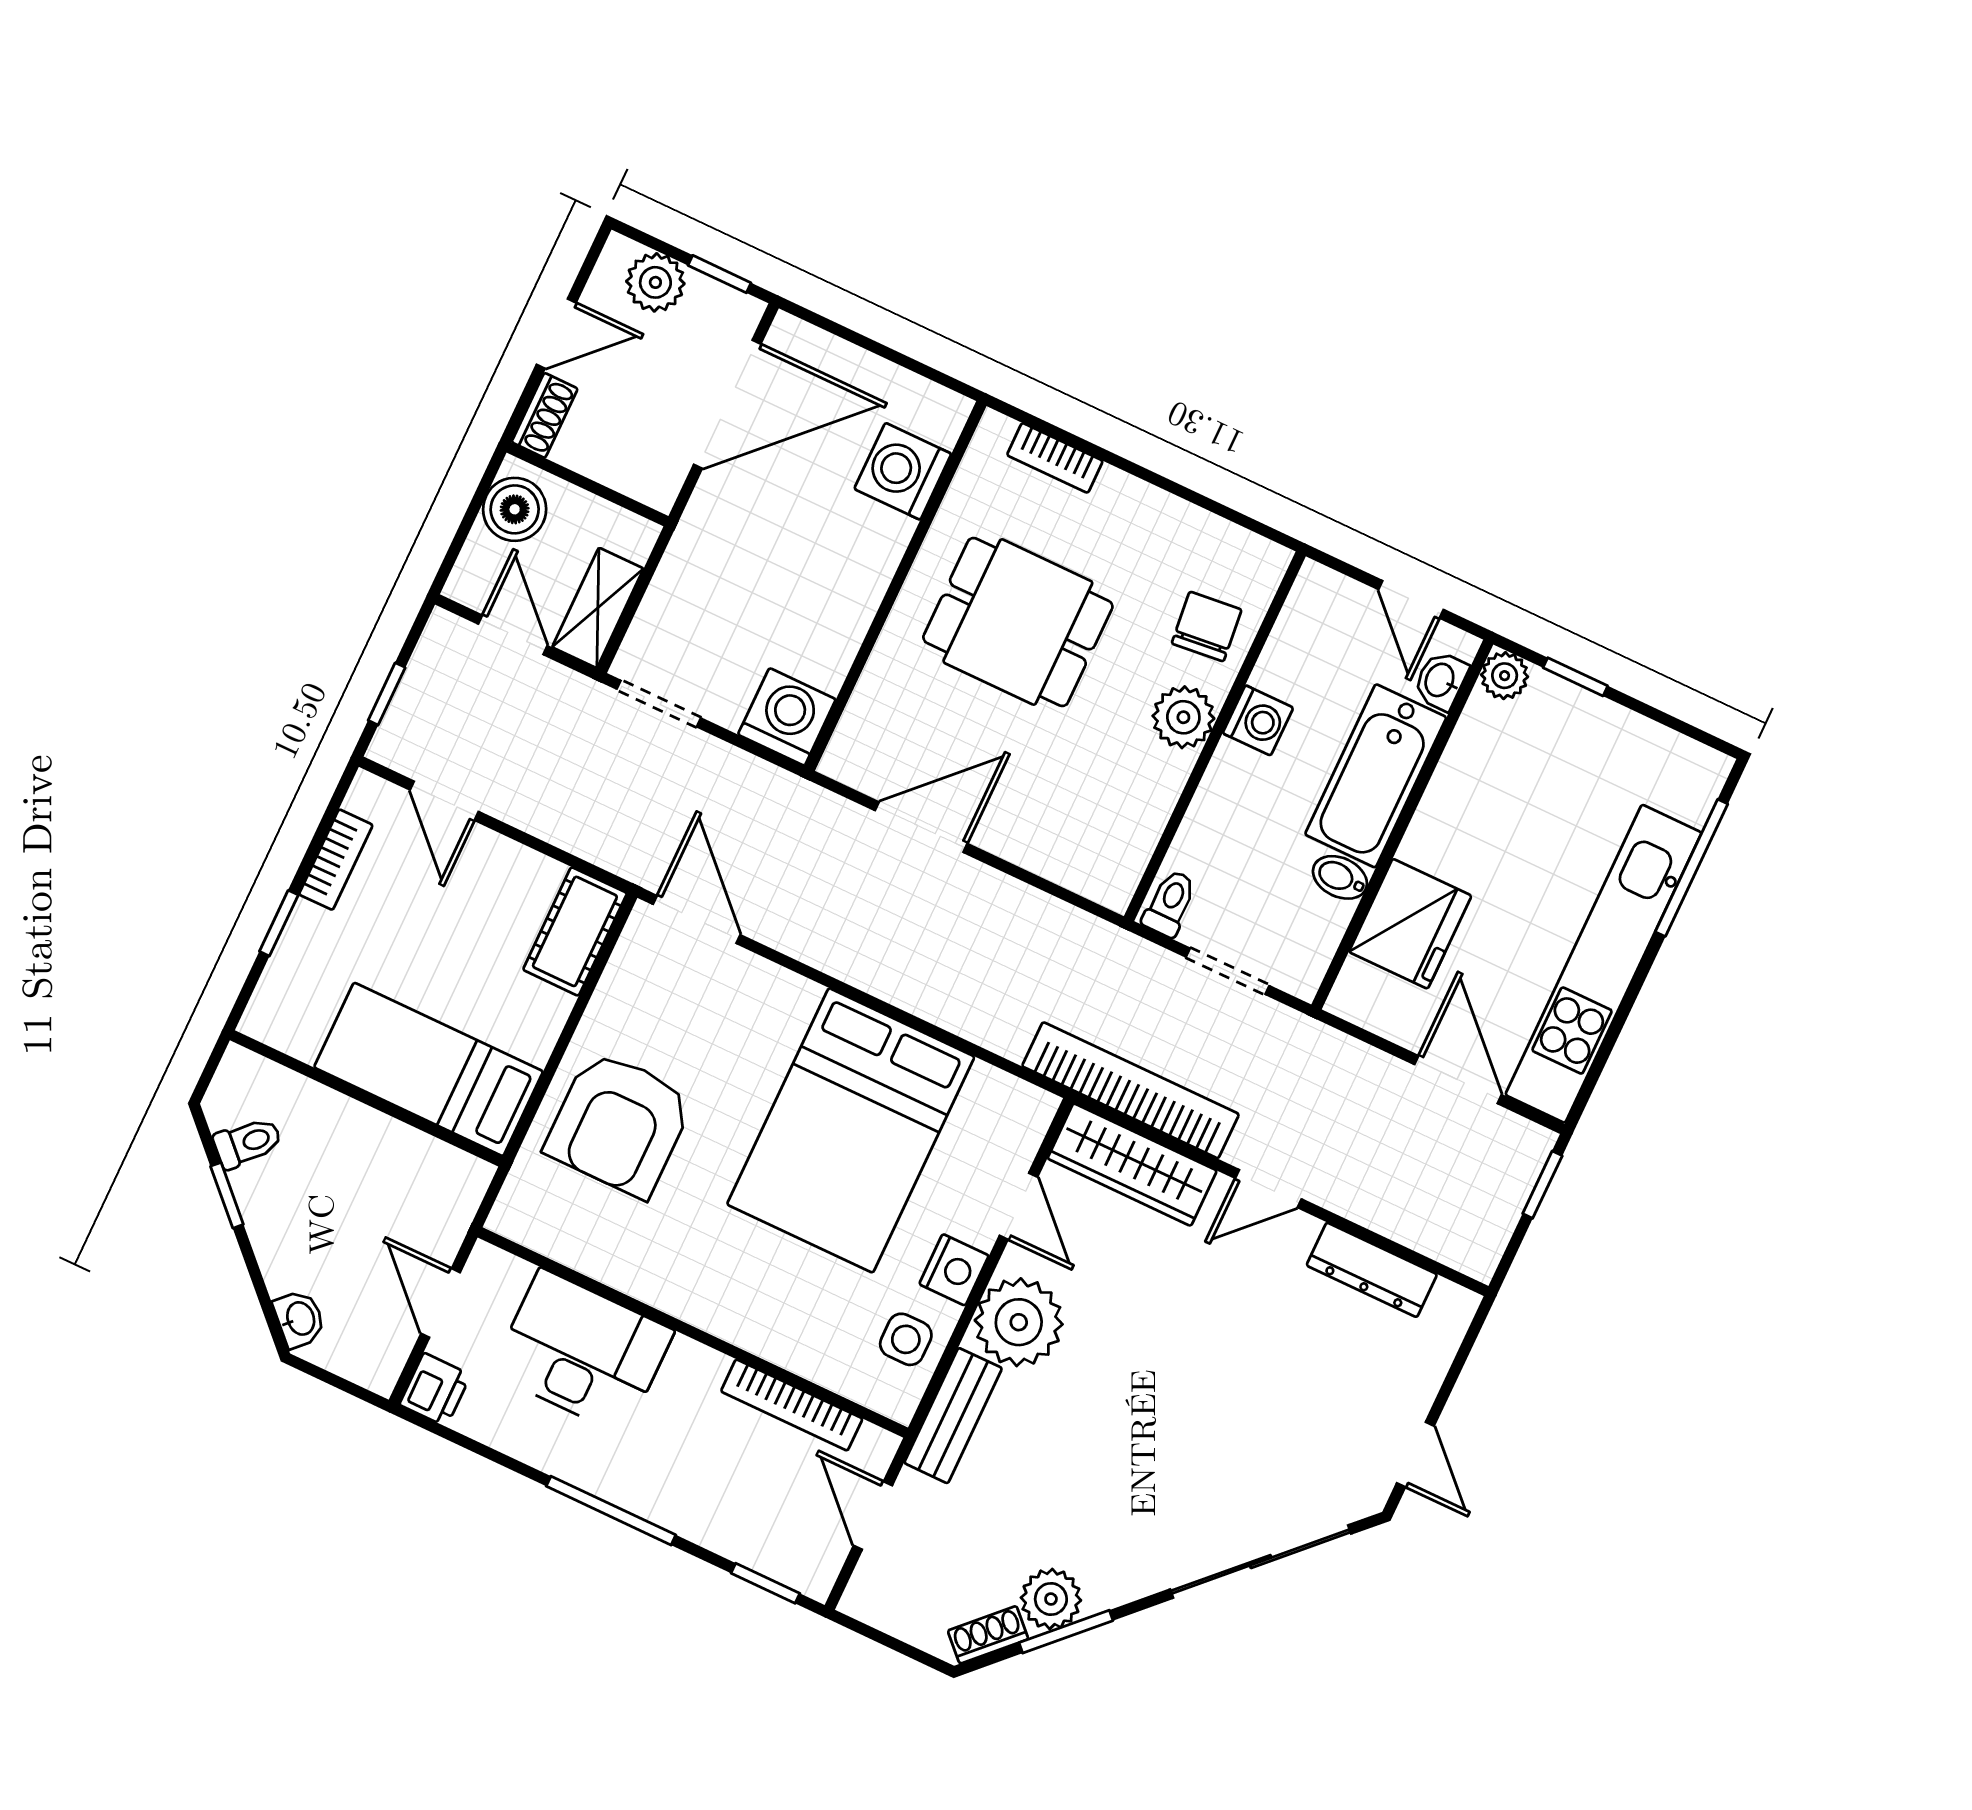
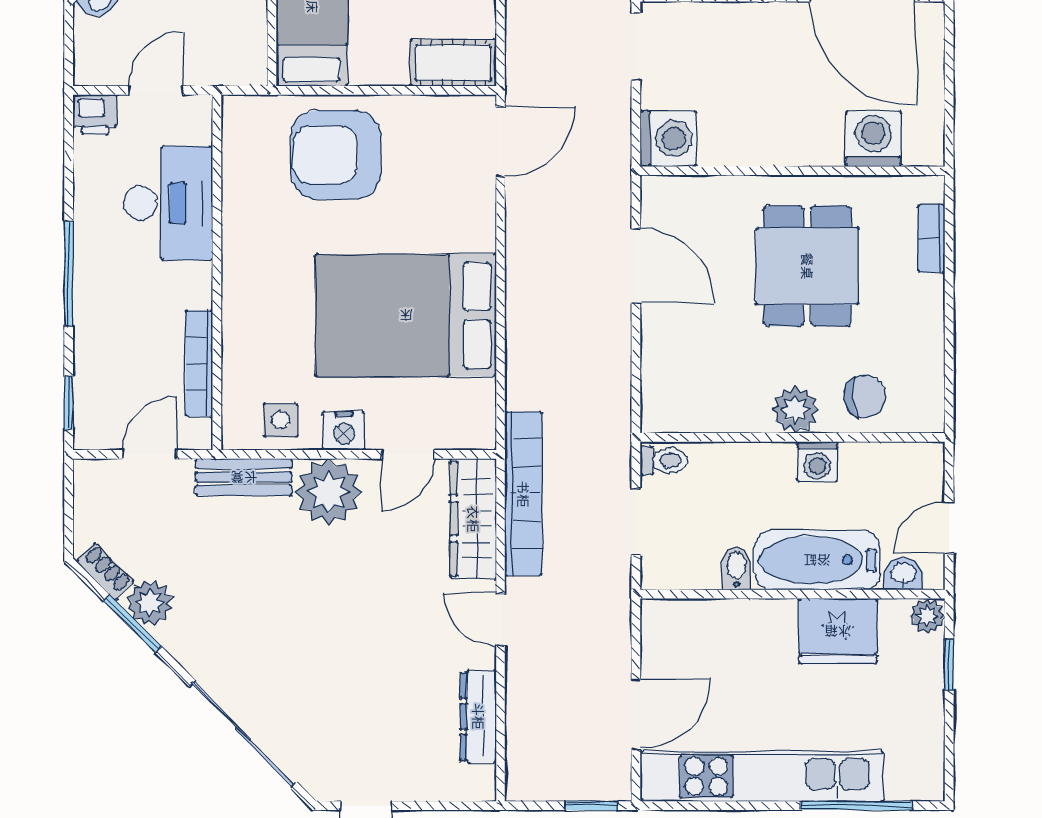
fridge: (1410, 924) -> (838, 631), moved

